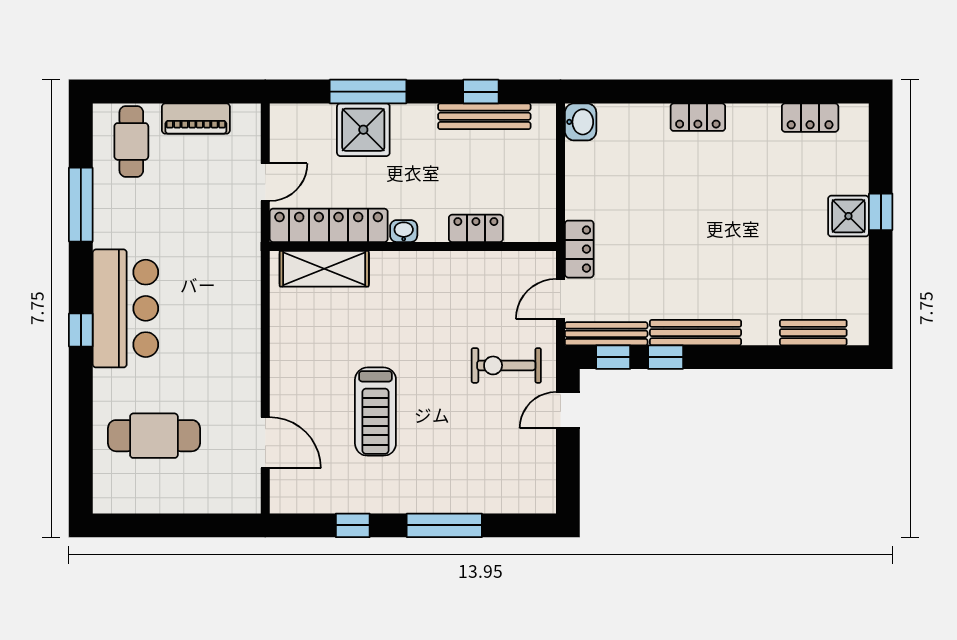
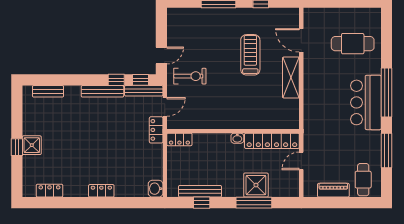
locker: (476, 228) -> (179, 139), moved
shelving: (324, 269) -> (291, 78), moved, turned 90
window: (81, 330) -> (387, 92), width x3.17

